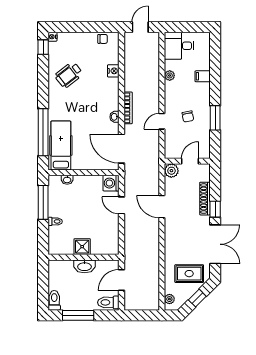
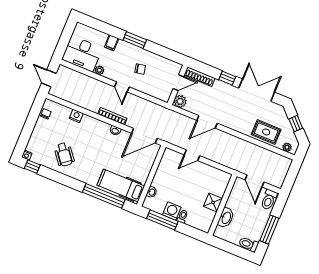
desk: (179, 46) -> (82, 54), width x1.37
window: (215, 118) -> (135, 40), moved
door: (162, 121) -> (122, 87), moved
door: (190, 161) -> (178, 83), swing flipped
washing machine: (111, 183) -> (172, 211), moved, turned 180
shoe rack: (205, 199) -> (200, 77), moved
washbasin: (84, 266) -> (226, 218), moved
rug: (189, 274) -> (266, 132), moved, turned 90

